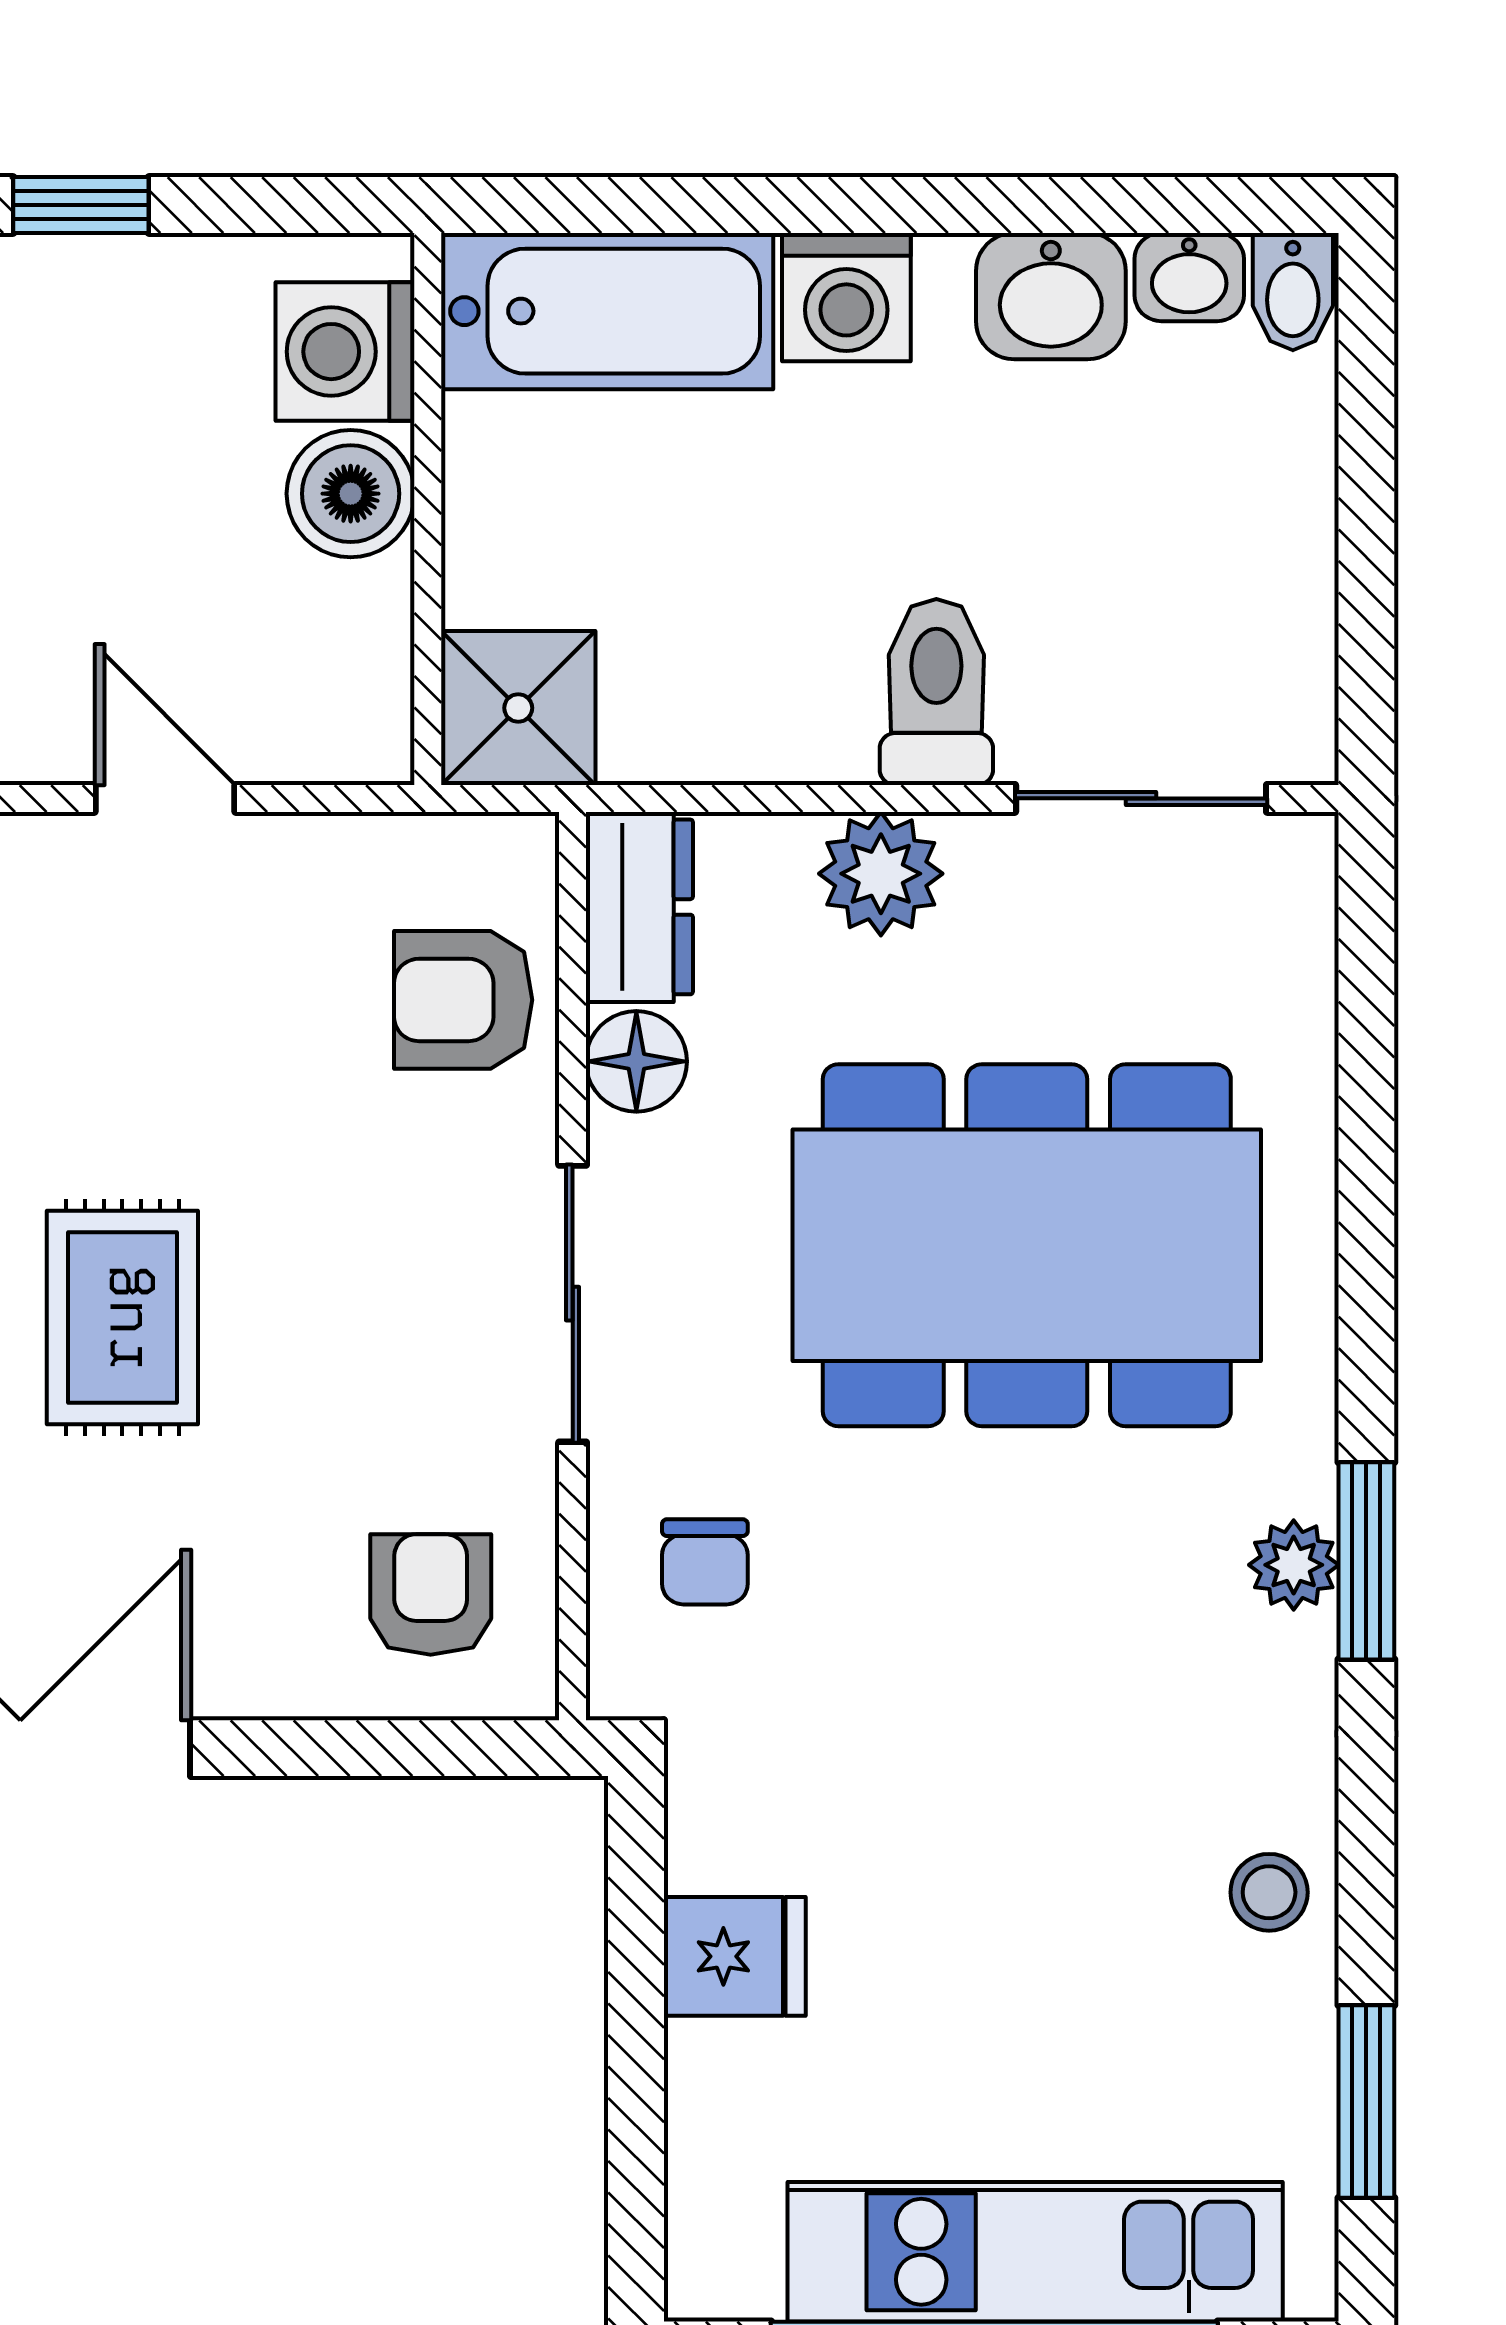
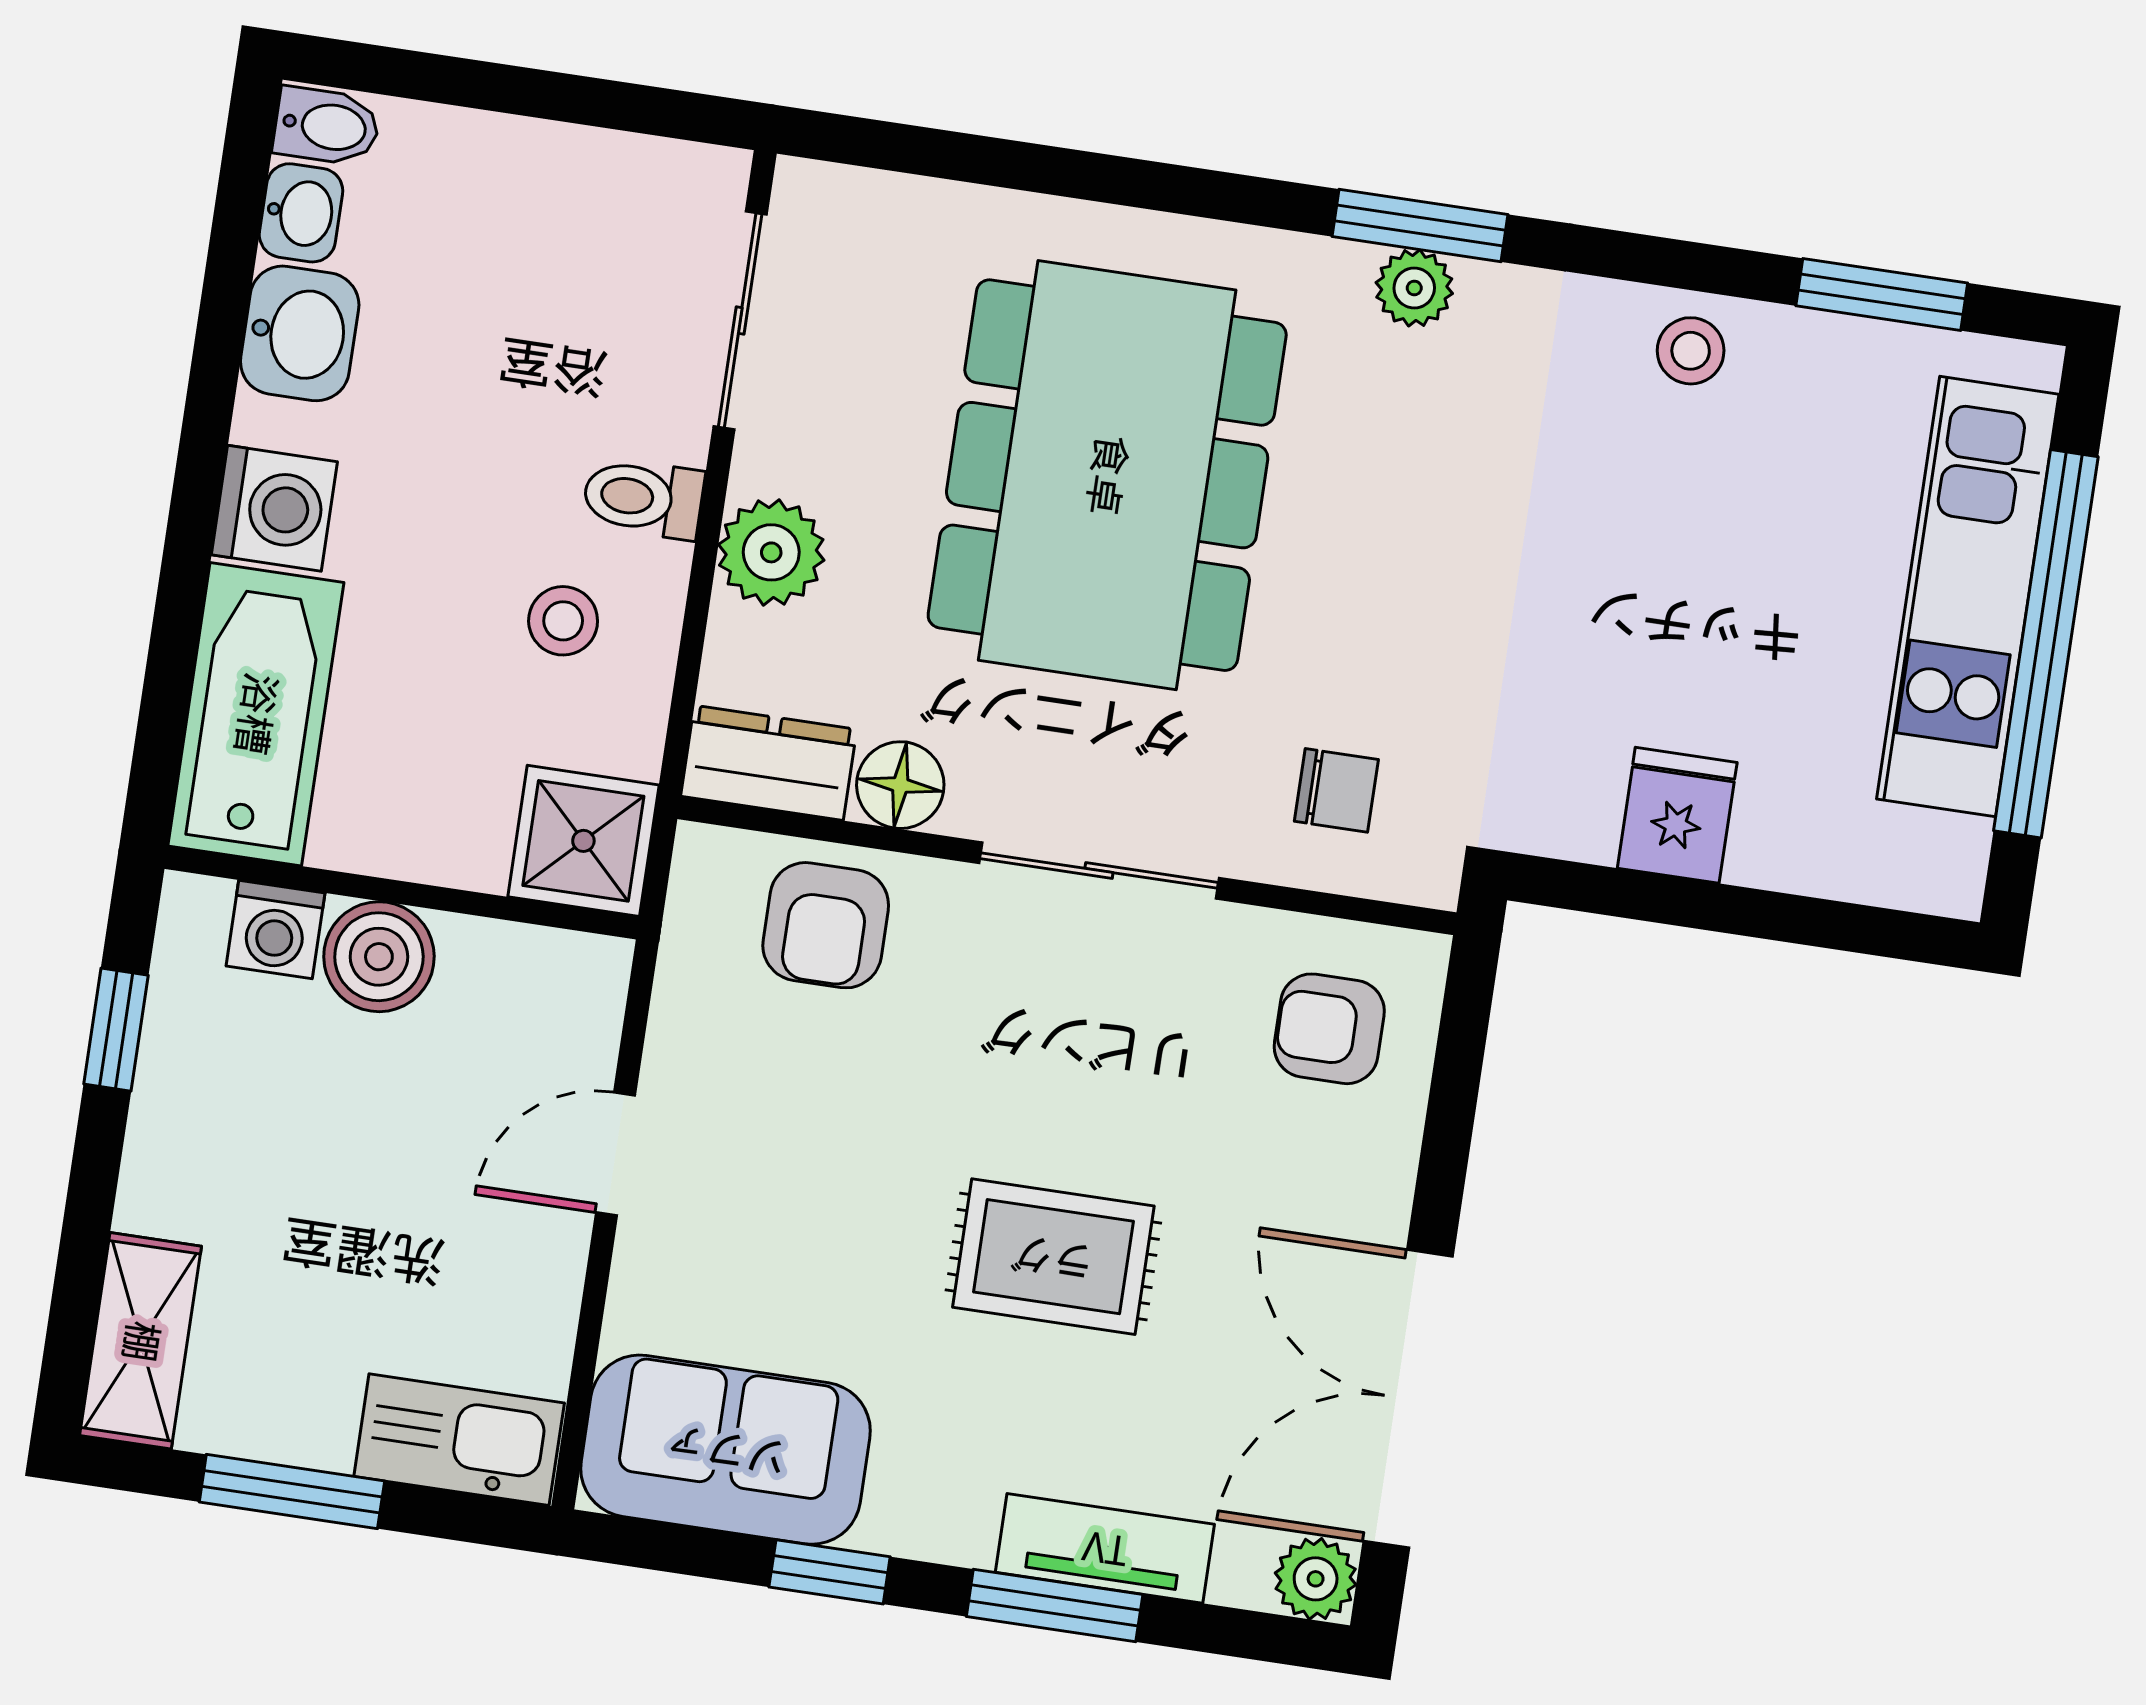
window: (81, 205) -> (116, 1030), moved
washing machine: (345, 352) -> (276, 929), width x0.73, depth x0.73
stool: (767, 647) -> (563, 621), added
toilet: (936, 692) -> (643, 498), width x0.73, depth x0.72

